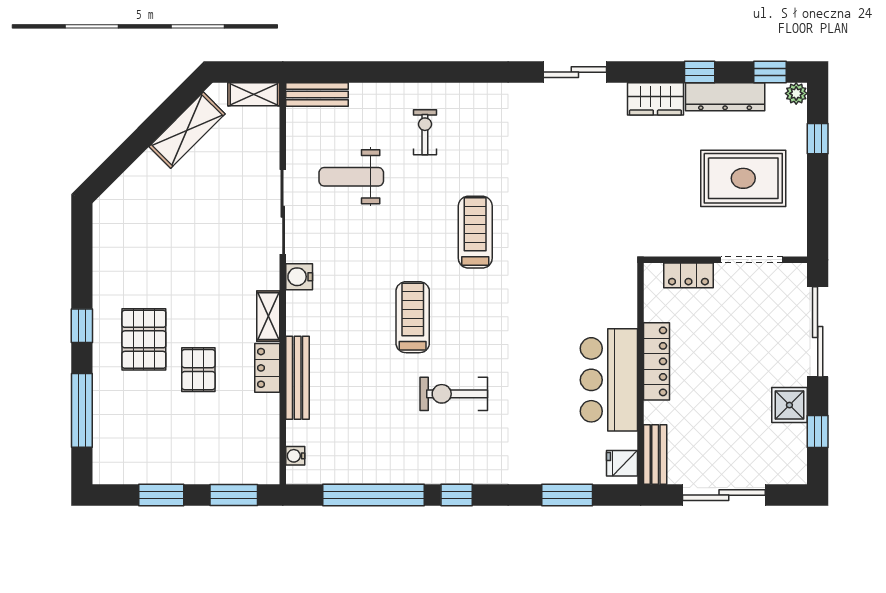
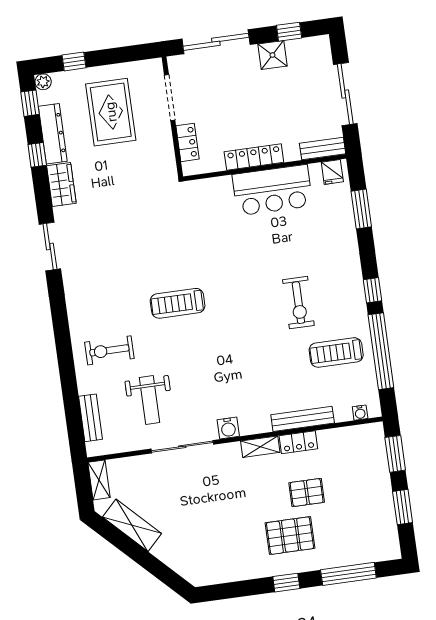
bench: (317, 95) -> (90, 418), moved
exercise bike: (425, 132) -> (109, 350), width x1.38, depth x1.39
treadmill: (413, 317) -> (336, 352), moved

